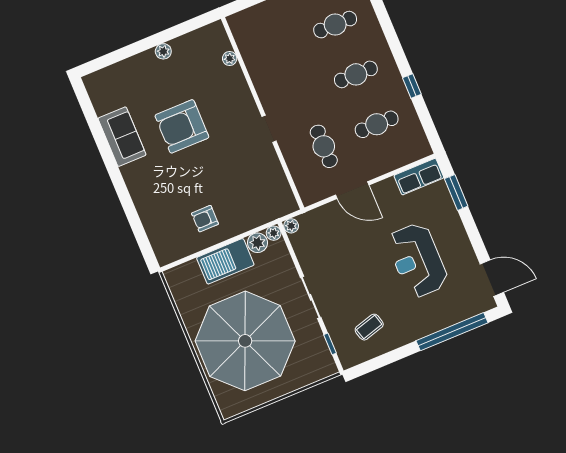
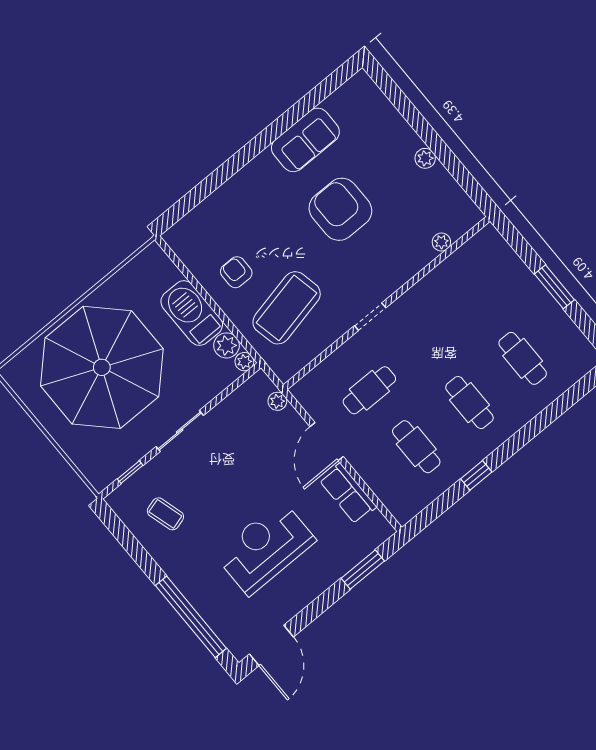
row of seats: (419, 177) -> (348, 494), moved
coffee table: (243, 189) -> (287, 308), added
plant: (291, 226) -> (277, 401), moved

